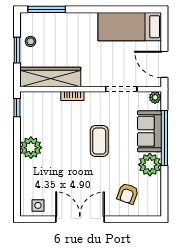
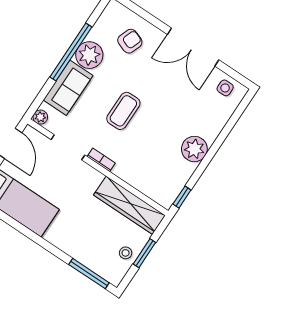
bookcase: (72, 96) -> (101, 160), moved
window: (164, 138) -> (71, 52), moved

